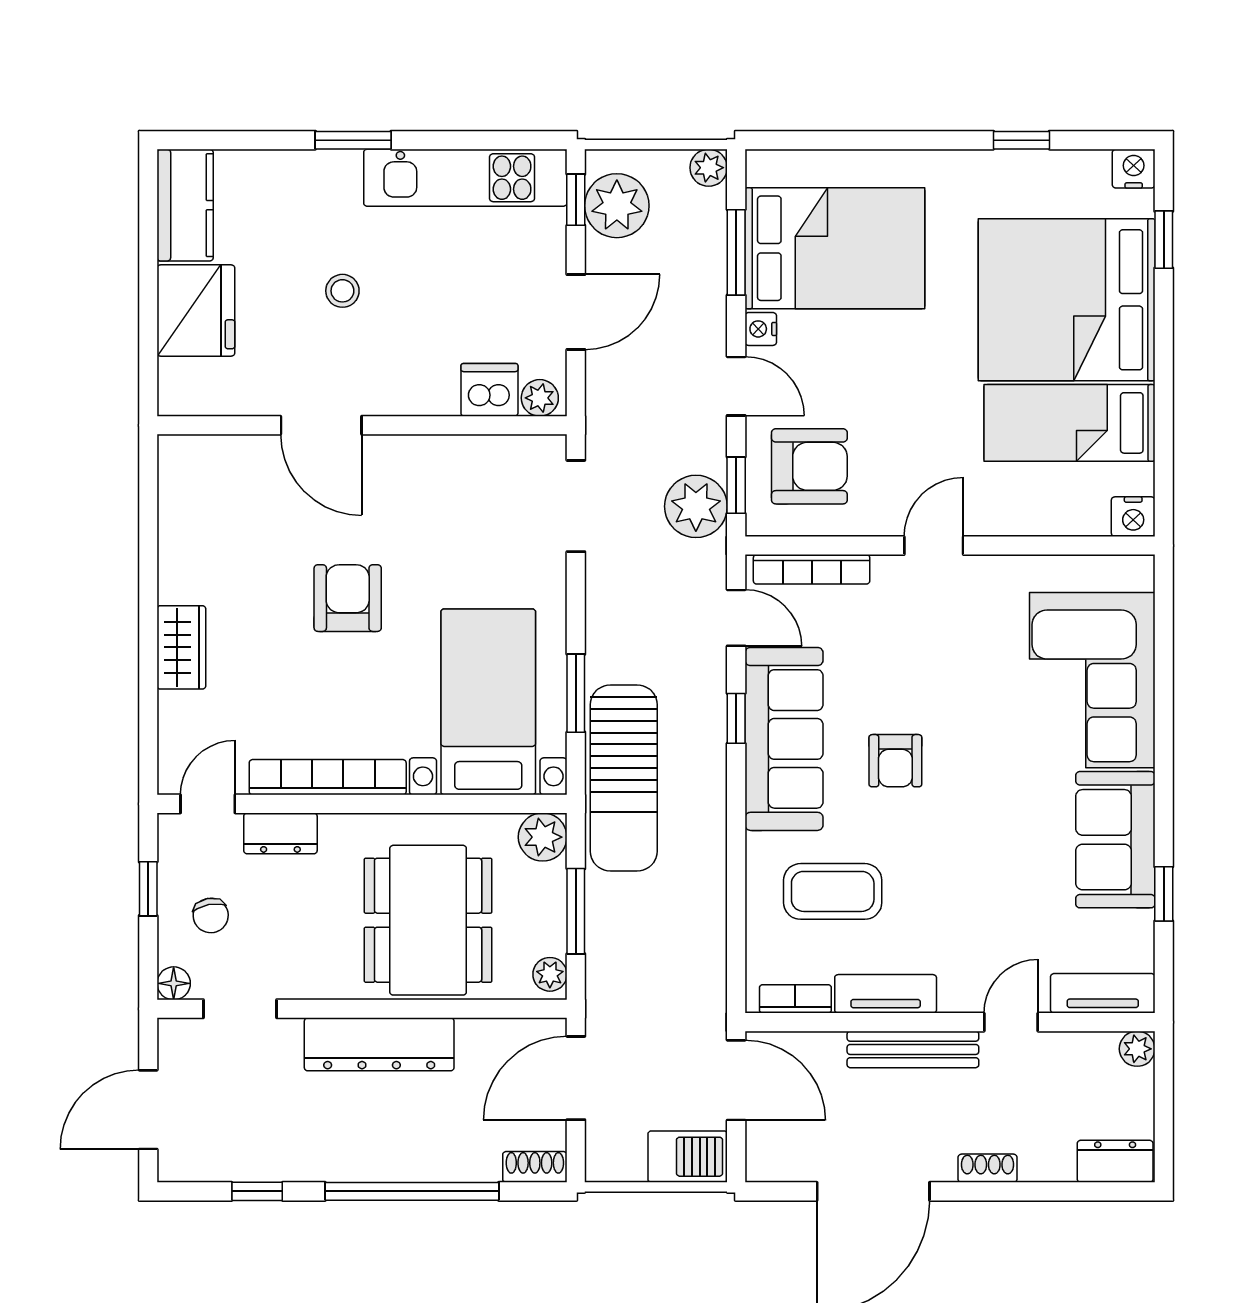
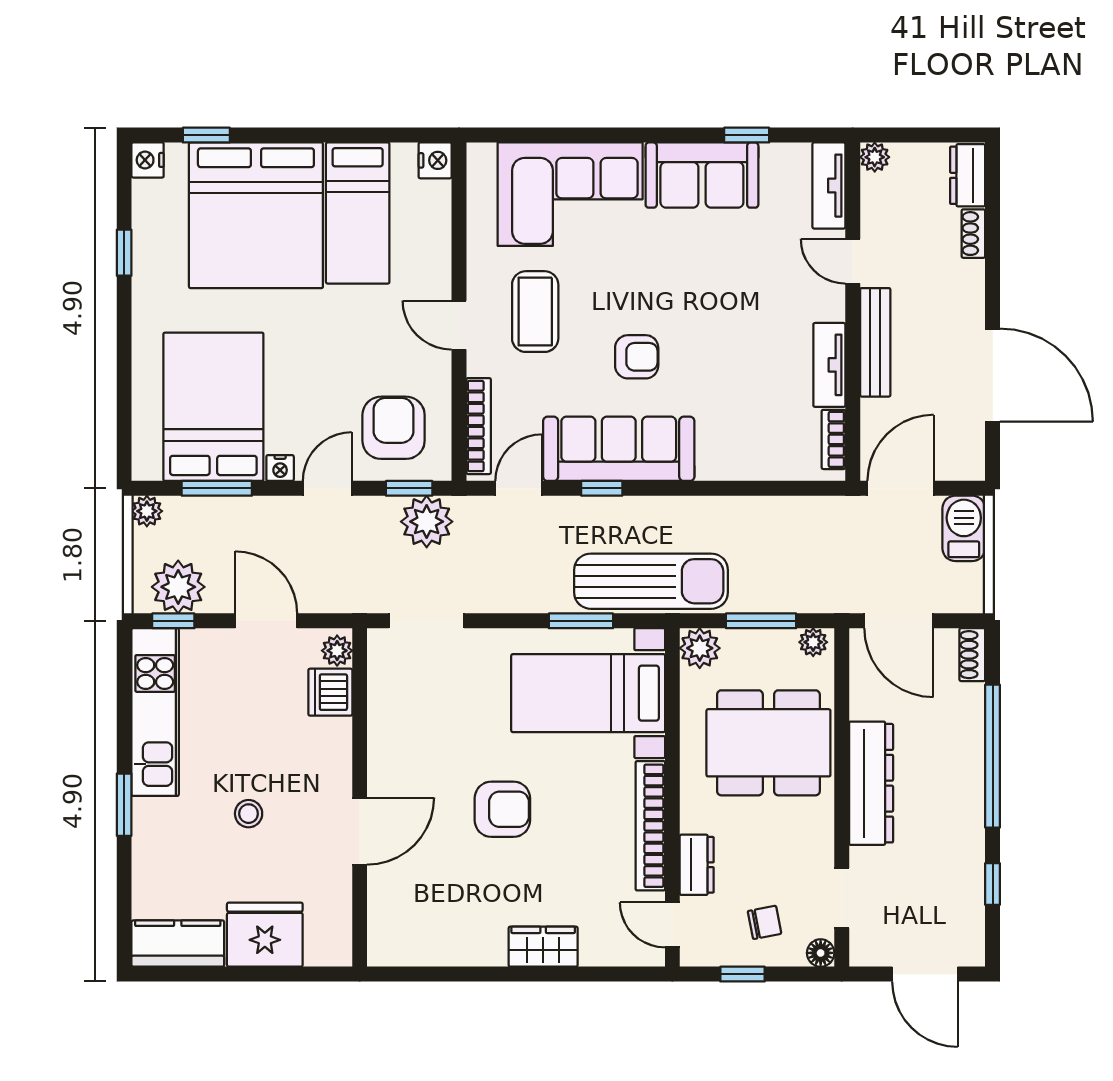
armchair: (348, 598) -> (502, 809), turned 180
coffee table: (833, 891) -> (535, 312), moved
shoe rack: (988, 1168) -> (973, 234), moved

